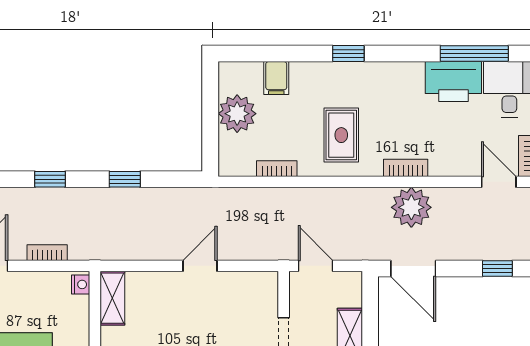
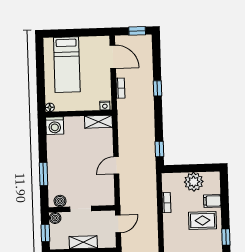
rug: (341, 135) -> (203, 220), moved
window: (125, 179) -> (159, 149), moved
door: (200, 266) -> (116, 165), swing flipped

